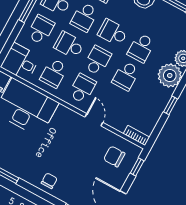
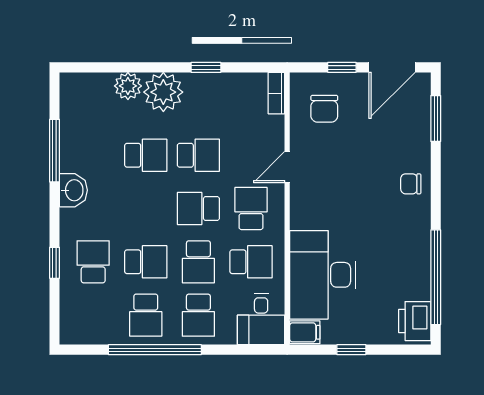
school desk: (41, 30) -> (198, 315), turned -90
school desk: (113, 32) -> (146, 209), removed
school desk: (82, 89) -> (251, 209), turned 90
window: (137, 167) -> (342, 67), moved

